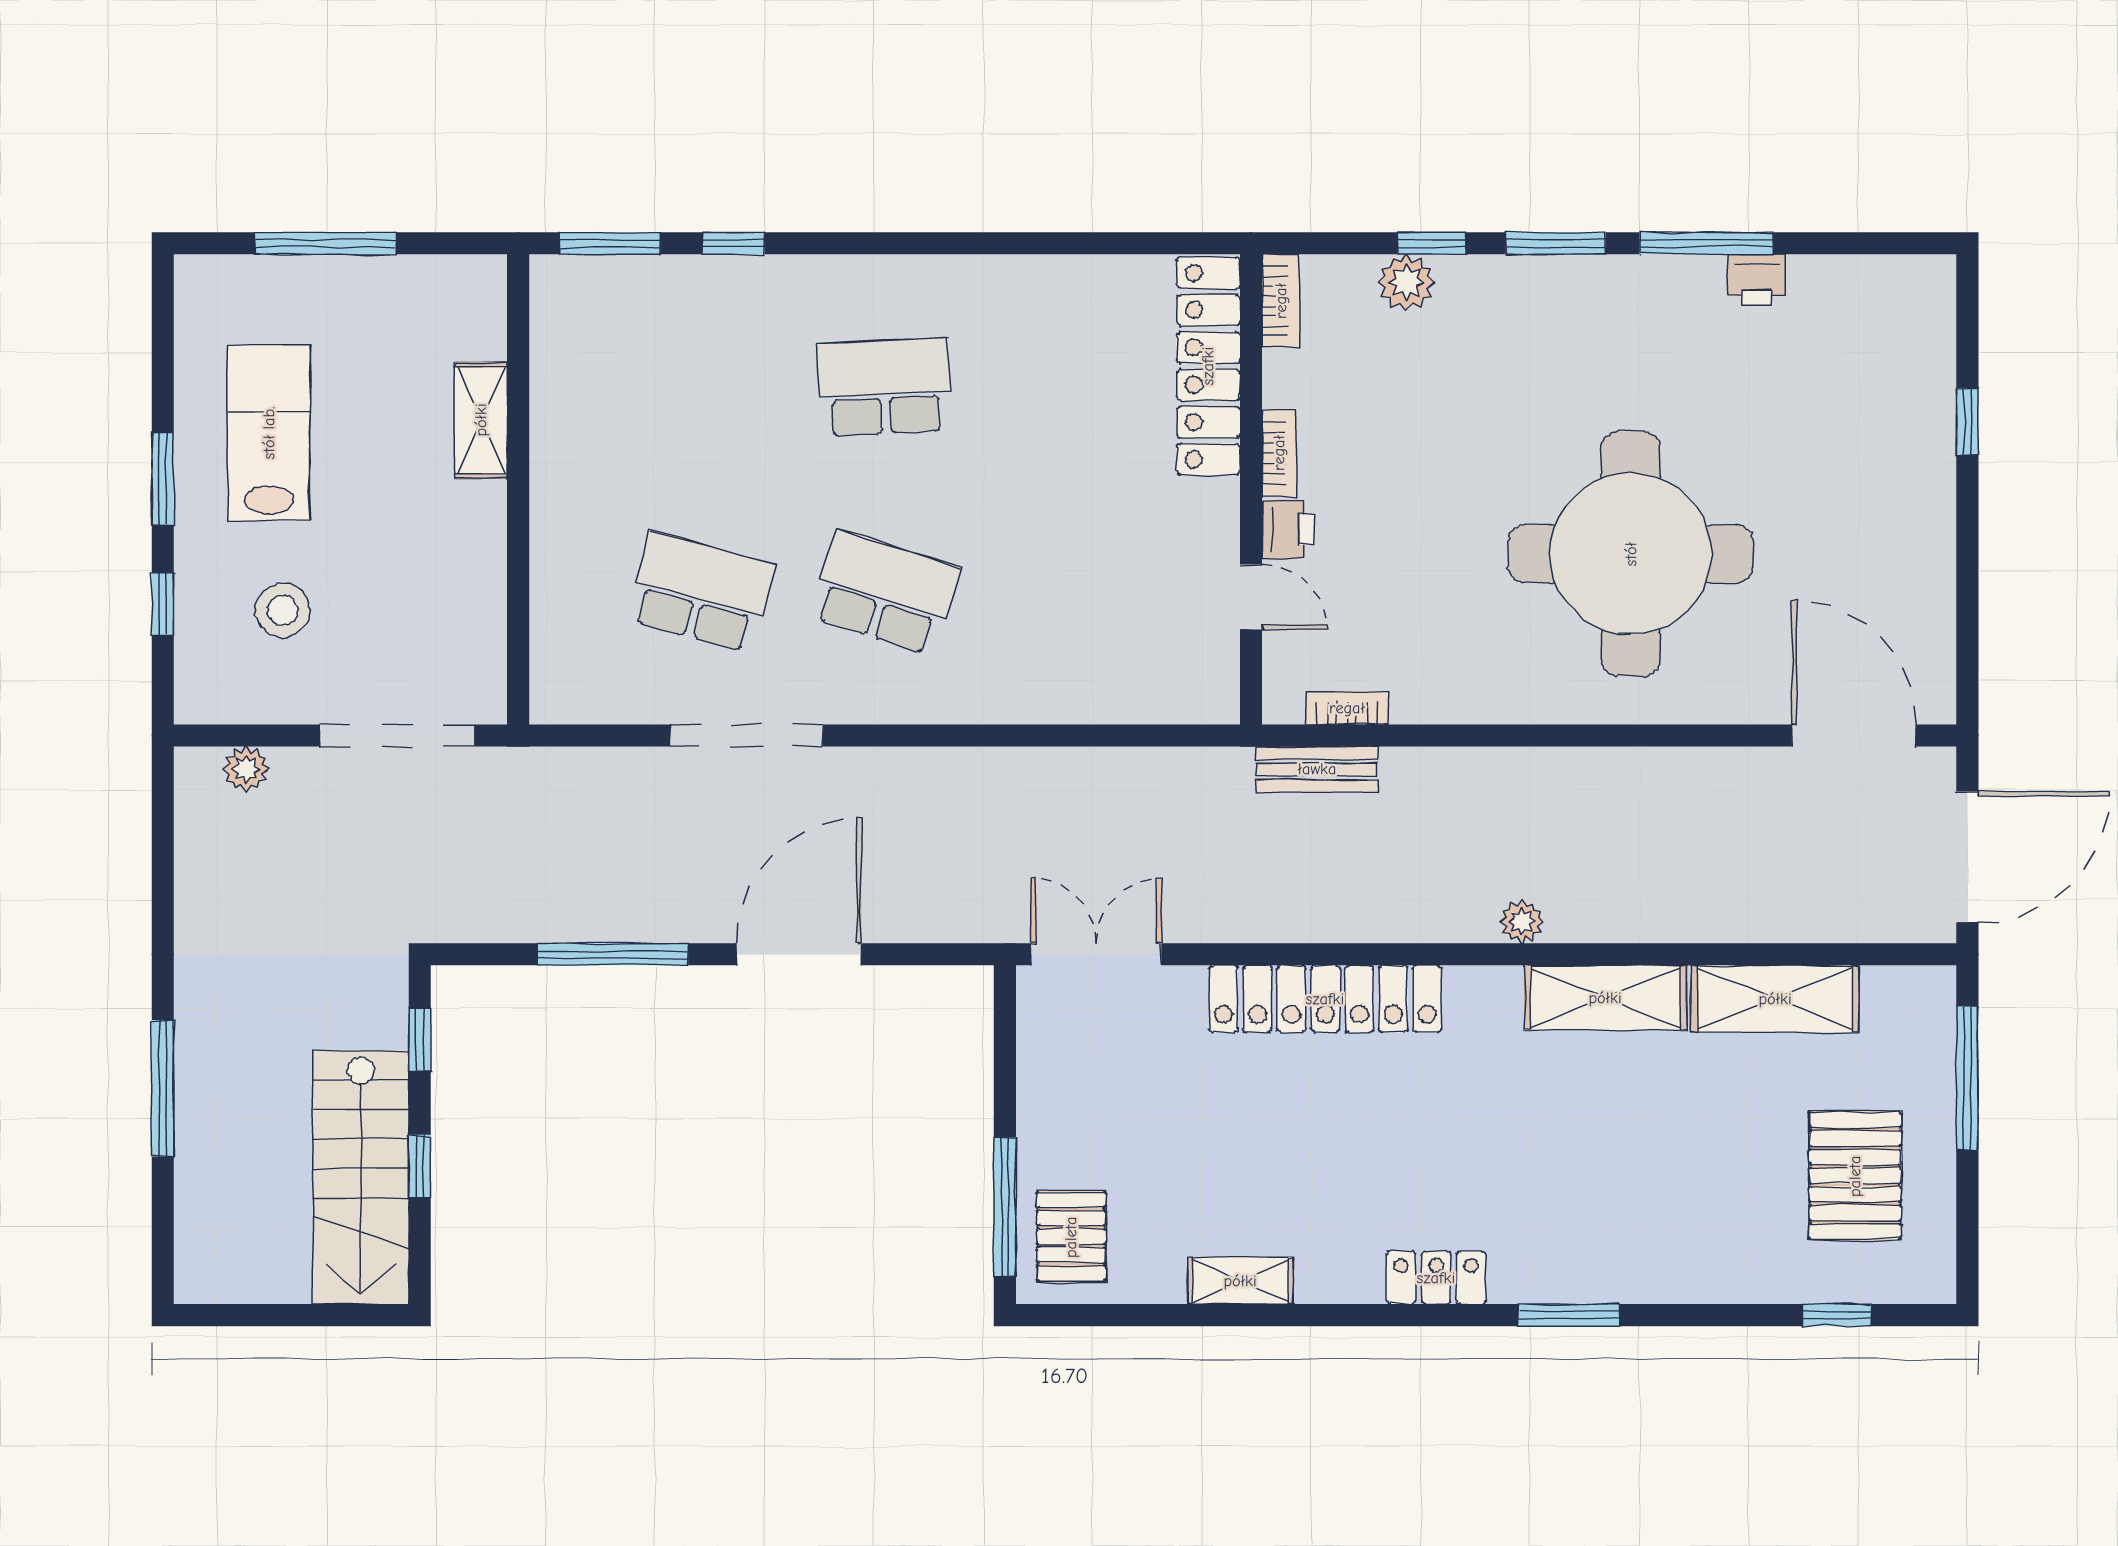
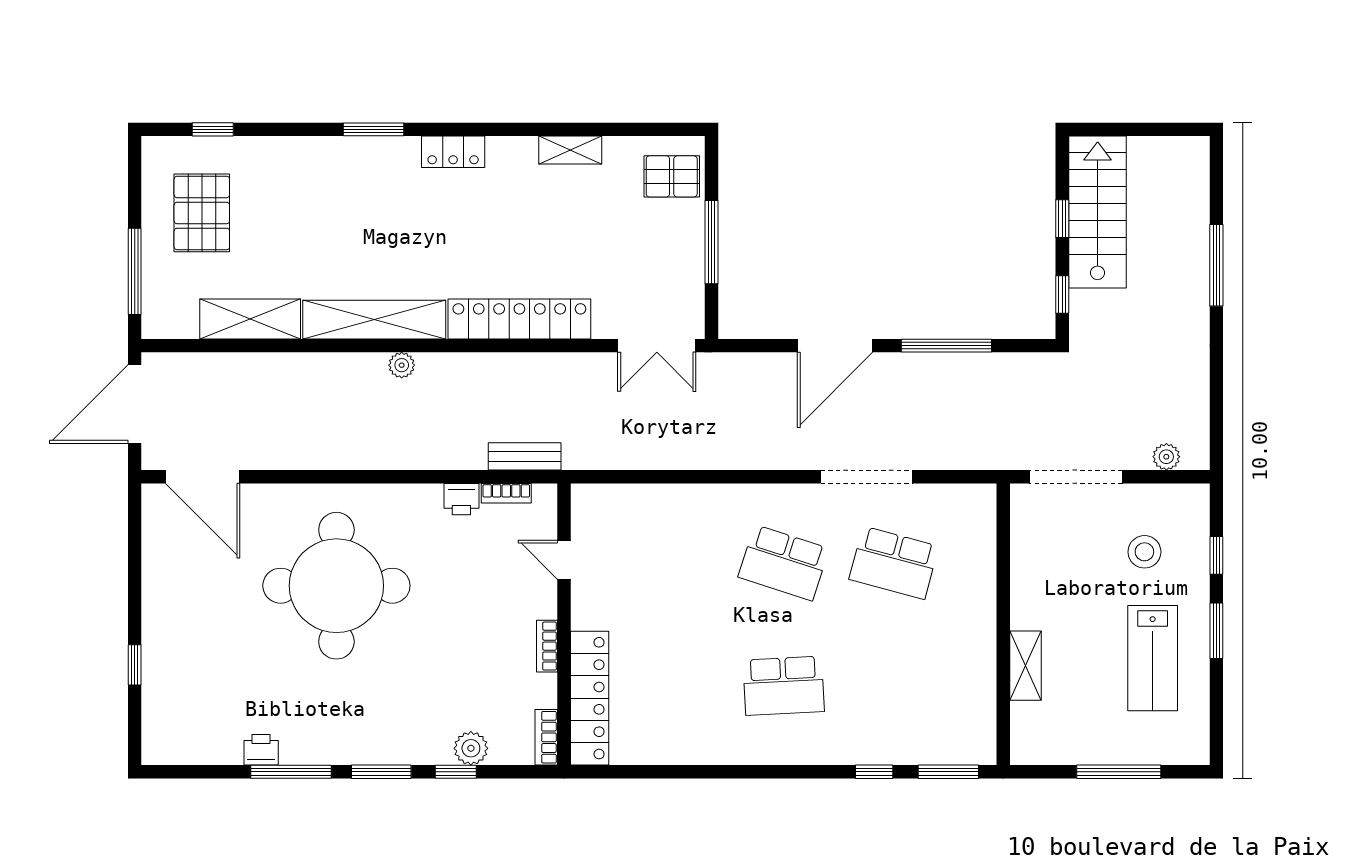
printer: (1288, 530) -> (461, 499), moved, turned -90
shelving: (1605, 998) -> (374, 320), width x1.47
window: (1005, 1207) -> (712, 242), moved
pallet: (1071, 1237) -> (672, 176), turned 90

